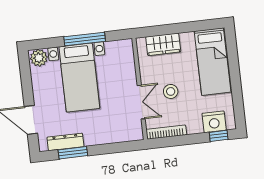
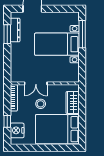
window: (85, 39) -> (82, 34), moved
plant: (39, 58) -> (73, 19), removed
bed: (213, 62) -> (57, 129), width x1.50
window: (219, 136) -> (7, 121), moved

